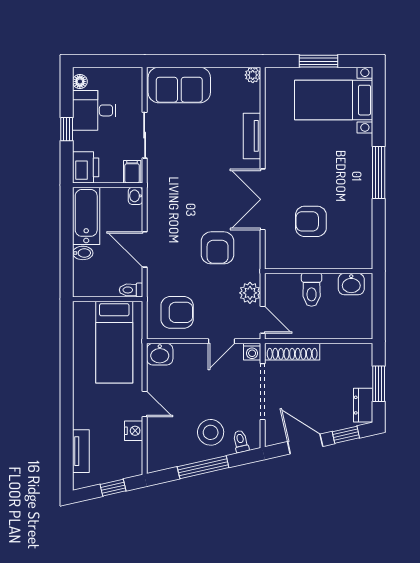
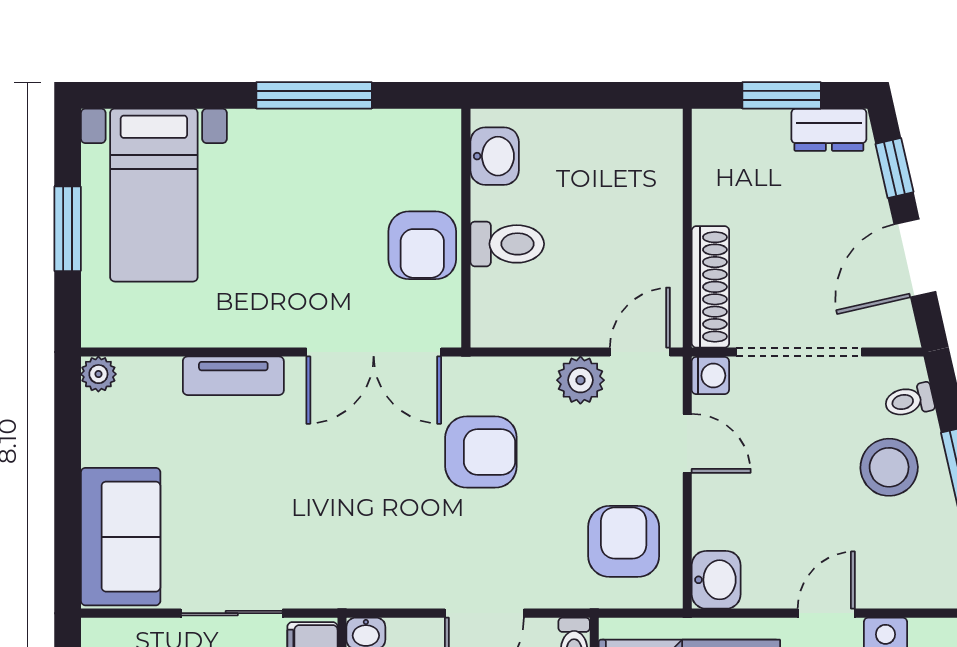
wall: (319, 271) -> (466, 228), moved
washbasin: (351, 284) -> (495, 156), moved
toilet: (312, 290) -> (507, 244), moved

